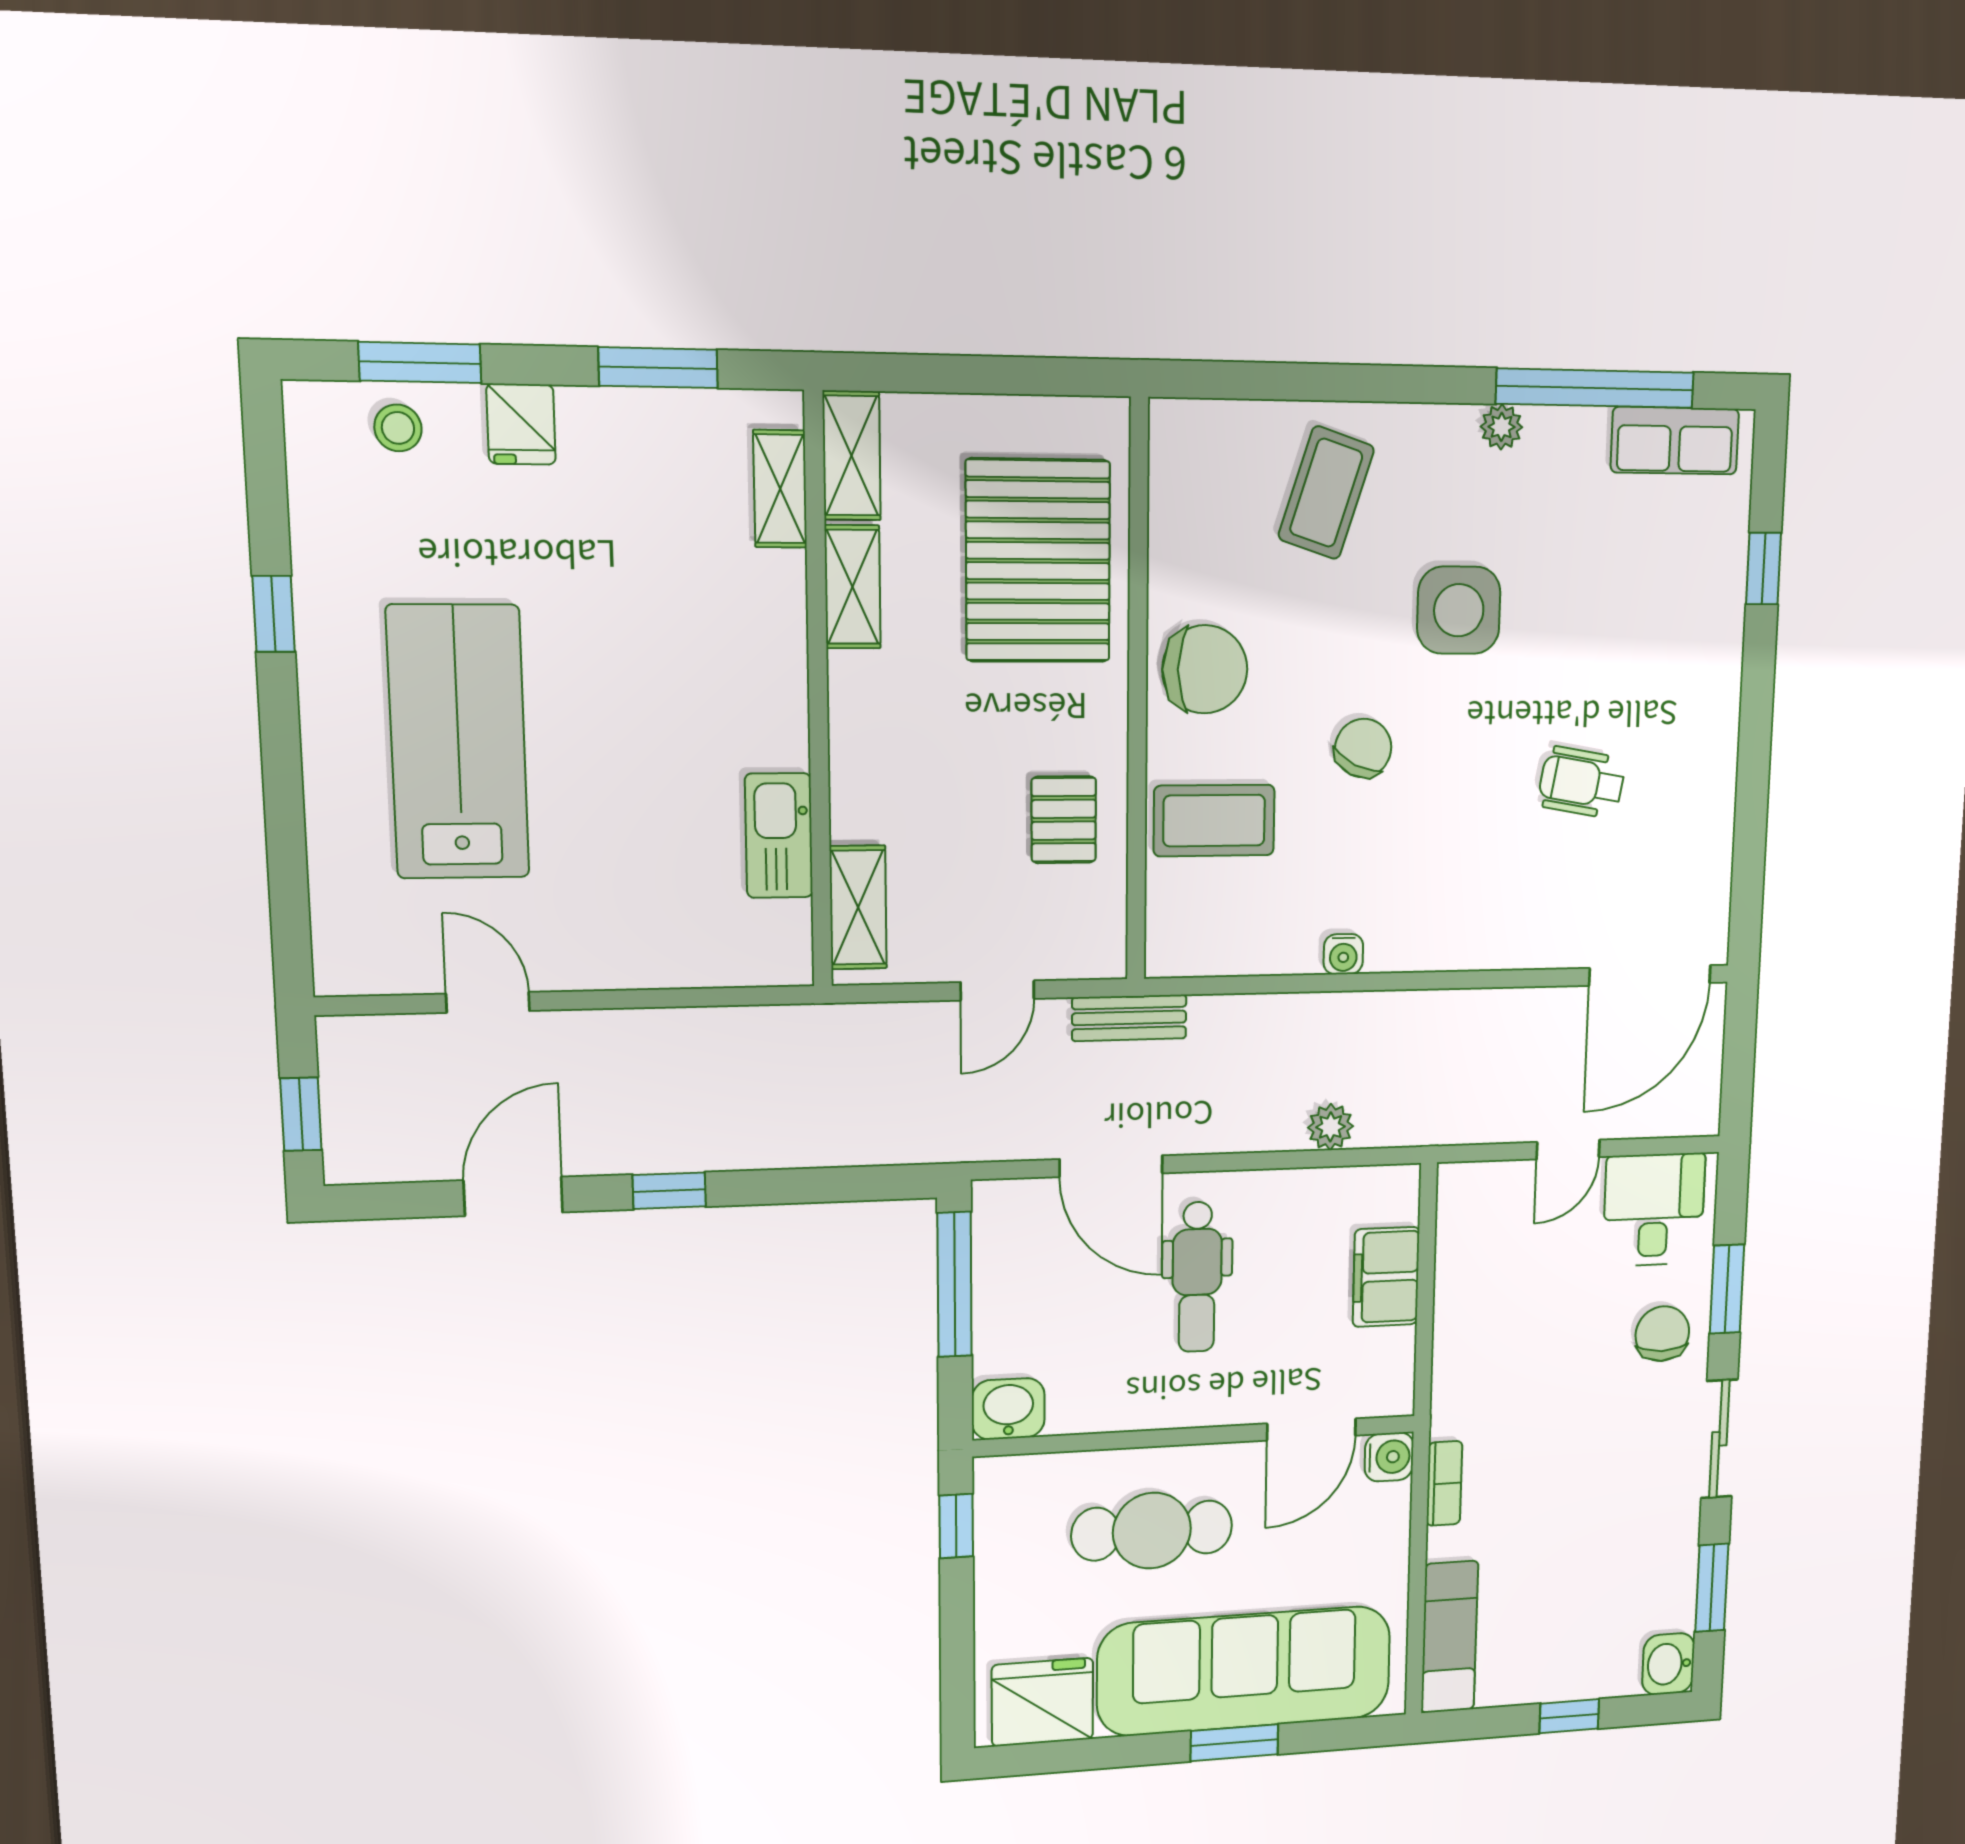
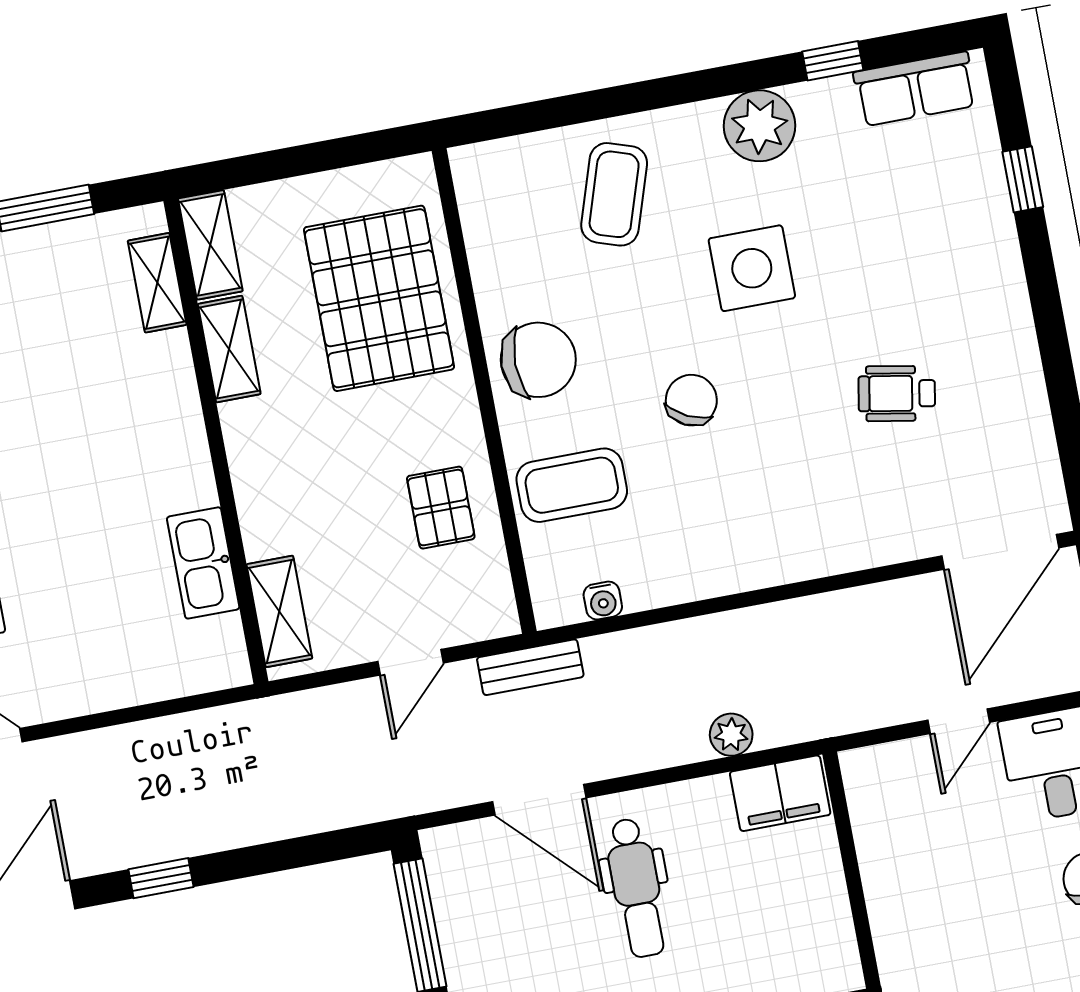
window: (1595, 388) -> (833, 61), width x0.32
plant: (1501, 427) -> (760, 126), width x1.88, depth x1.88
water cooler: (1343, 954) -> (603, 601), moved
filing cabinet: (1386, 1277) -> (780, 793), moved, turned -90

